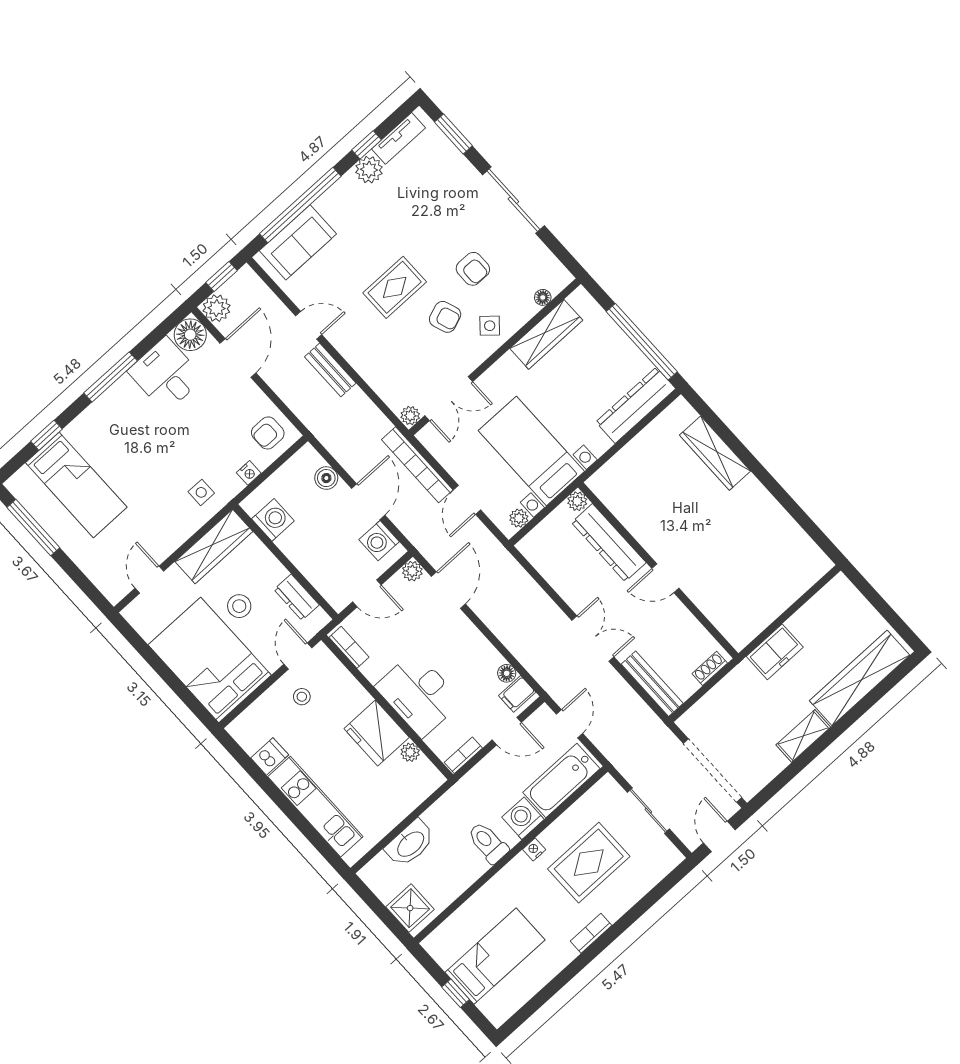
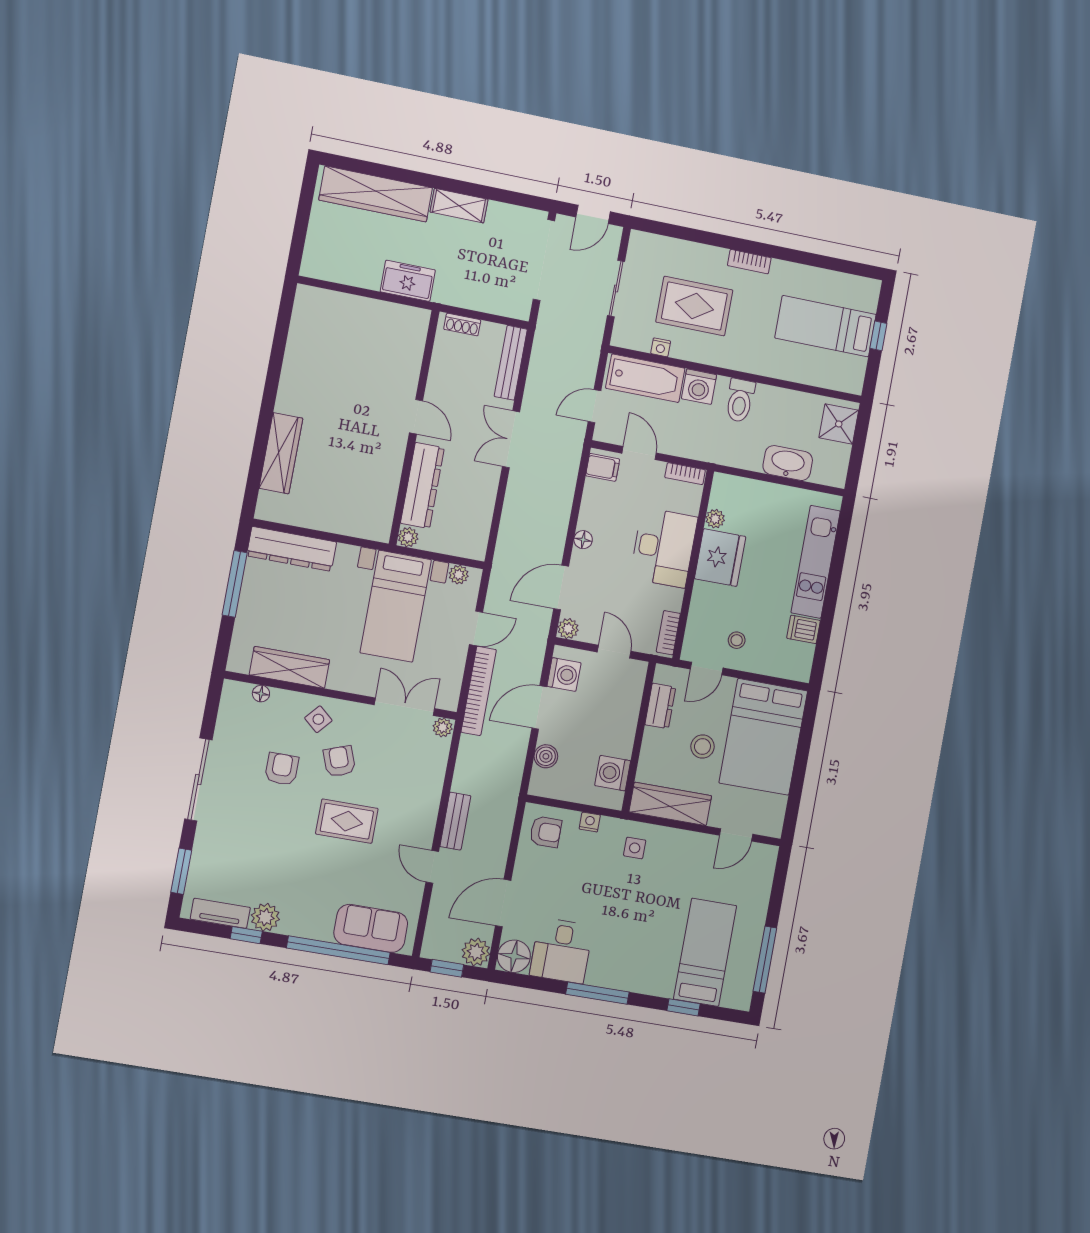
window: (642, 342) -> (235, 584), width x0.68
floor lamp: (507, 673) -> (583, 540), moved
nightstand: (534, 850) -> (661, 347), moved

